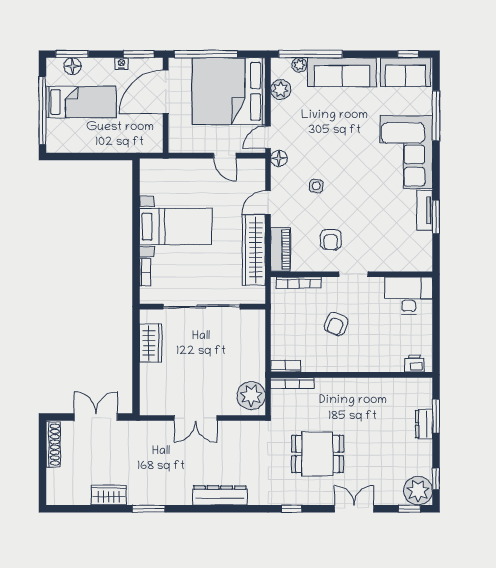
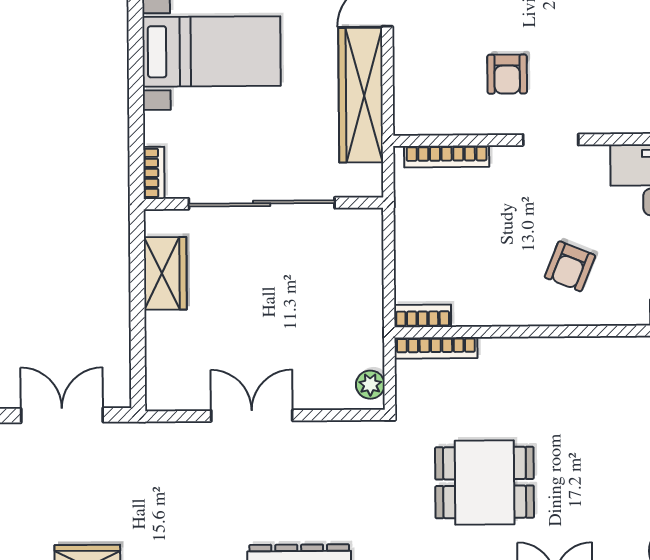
piano: (281, 249) -> (412, 94), removed
bookcase: (145, 272) -> (154, 173), moved
armchair: (336, 324) -> (570, 266), moved
plant: (251, 396) -> (370, 385), width x0.53, depth x0.53
double door: (196, 418) -> (252, 416), swing flipped

